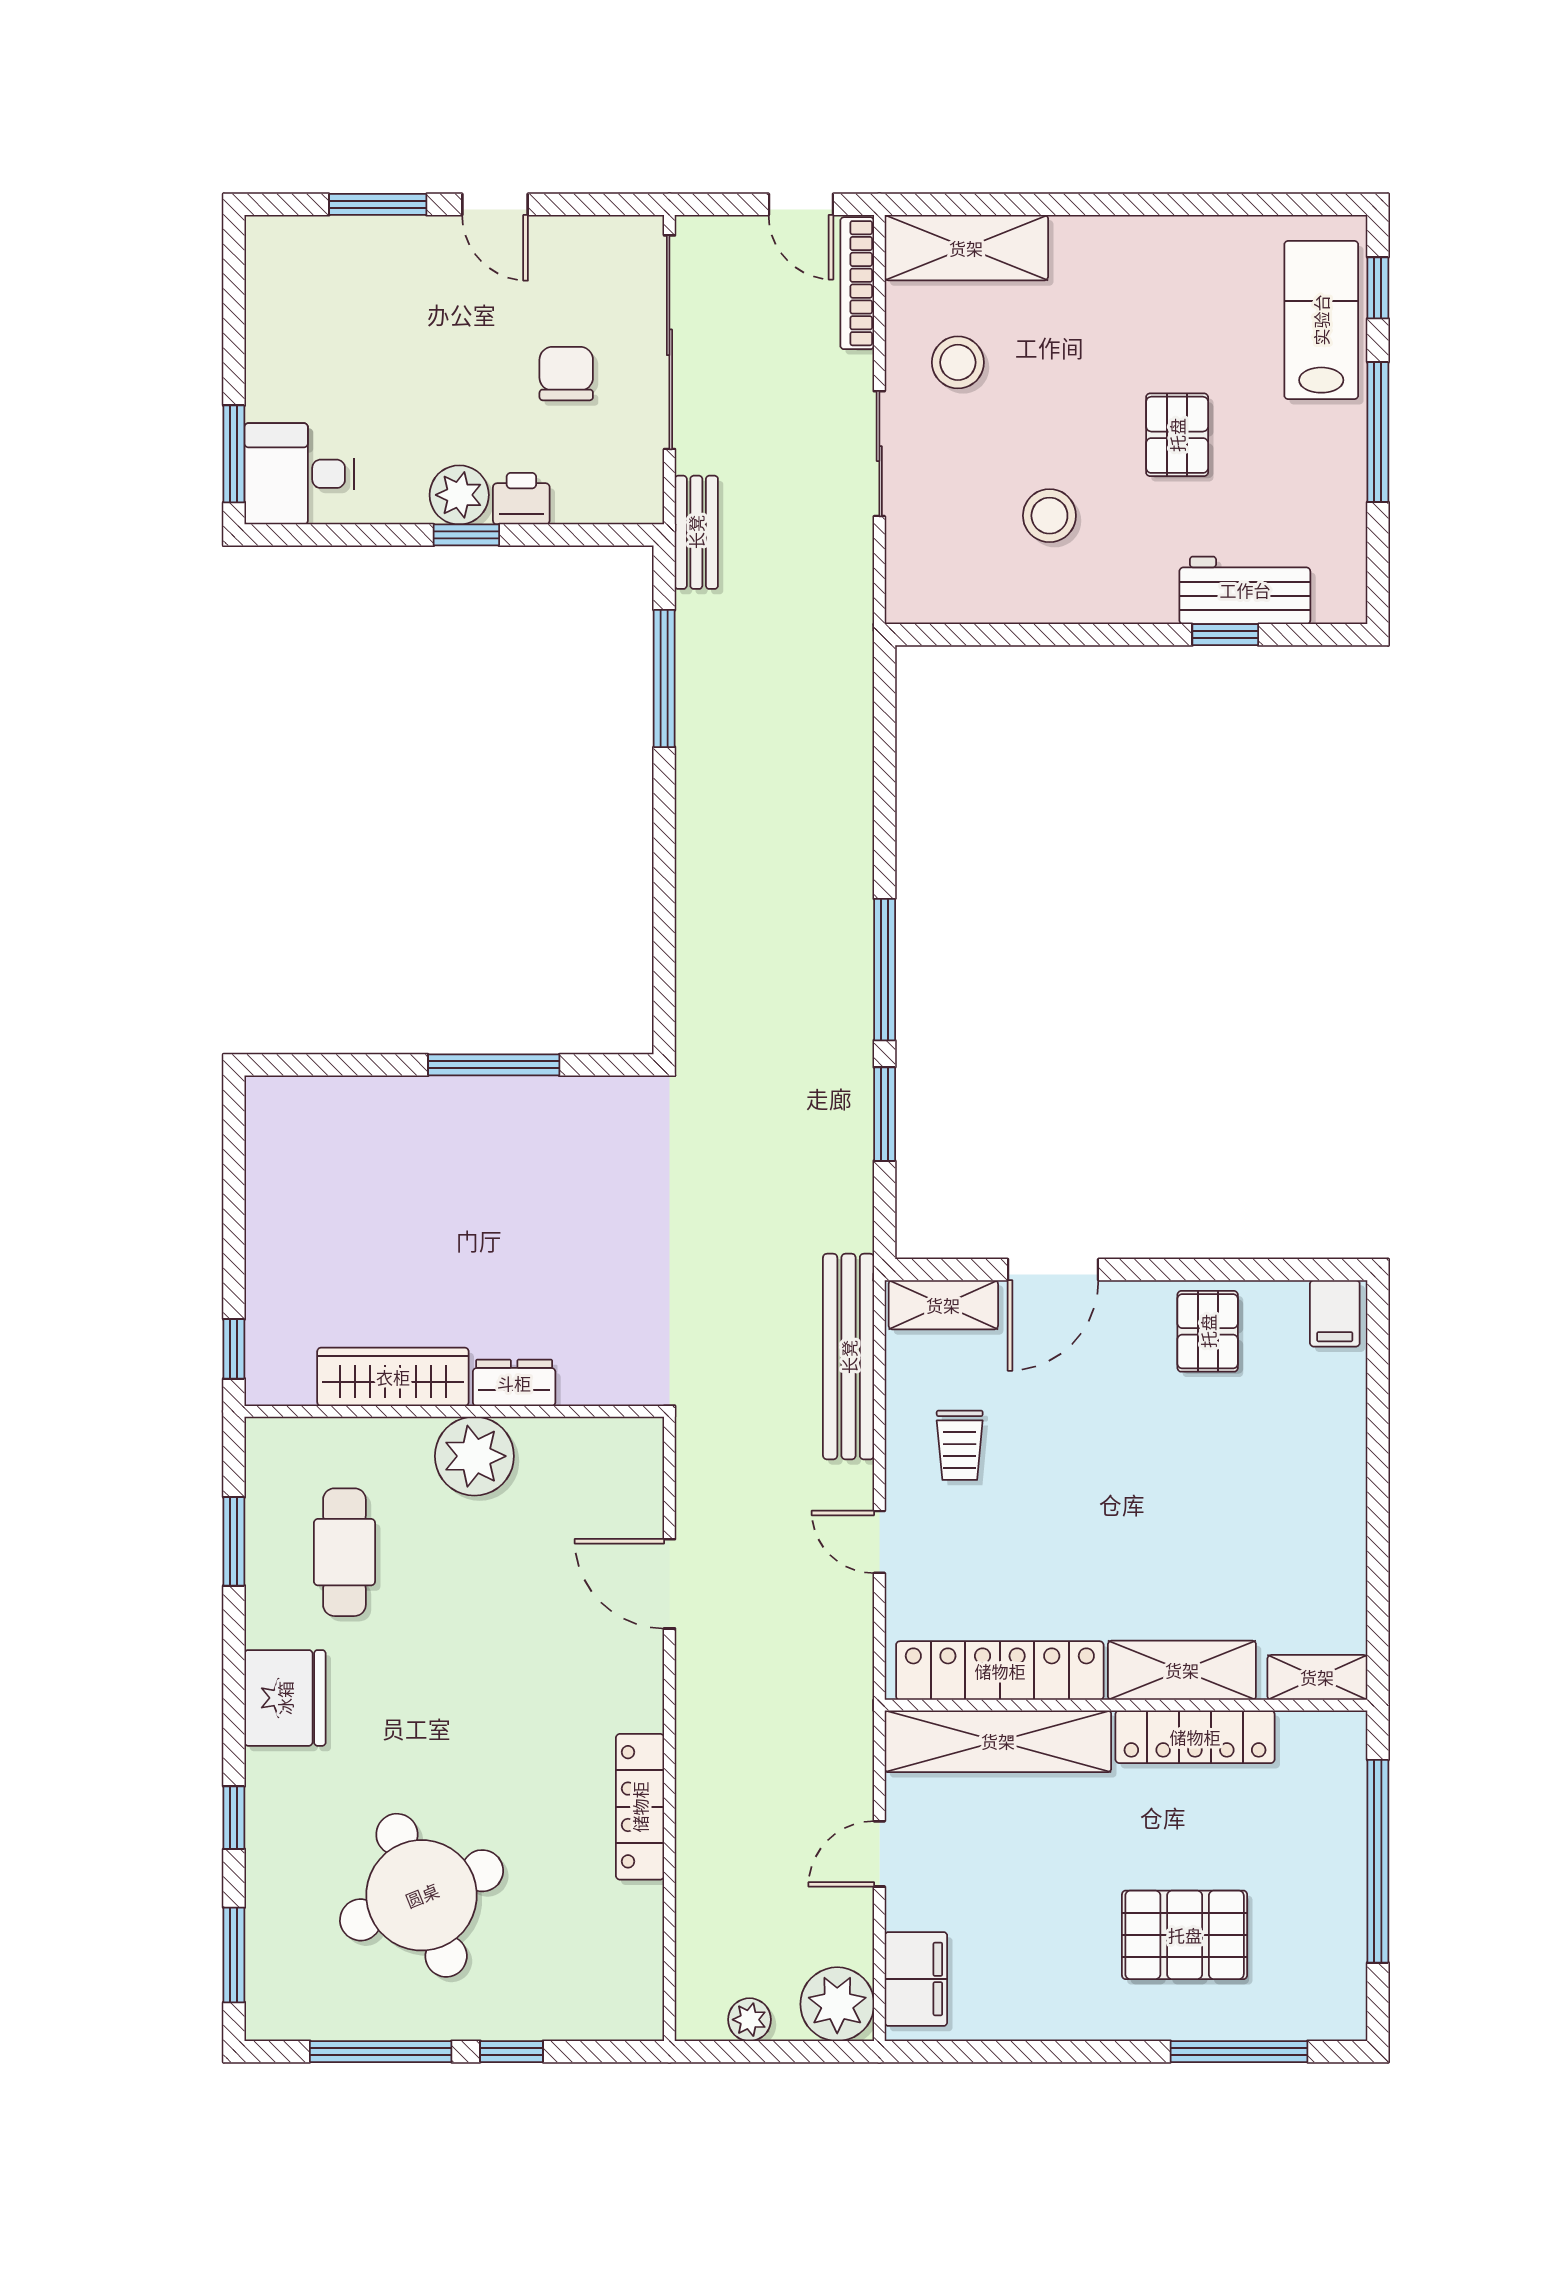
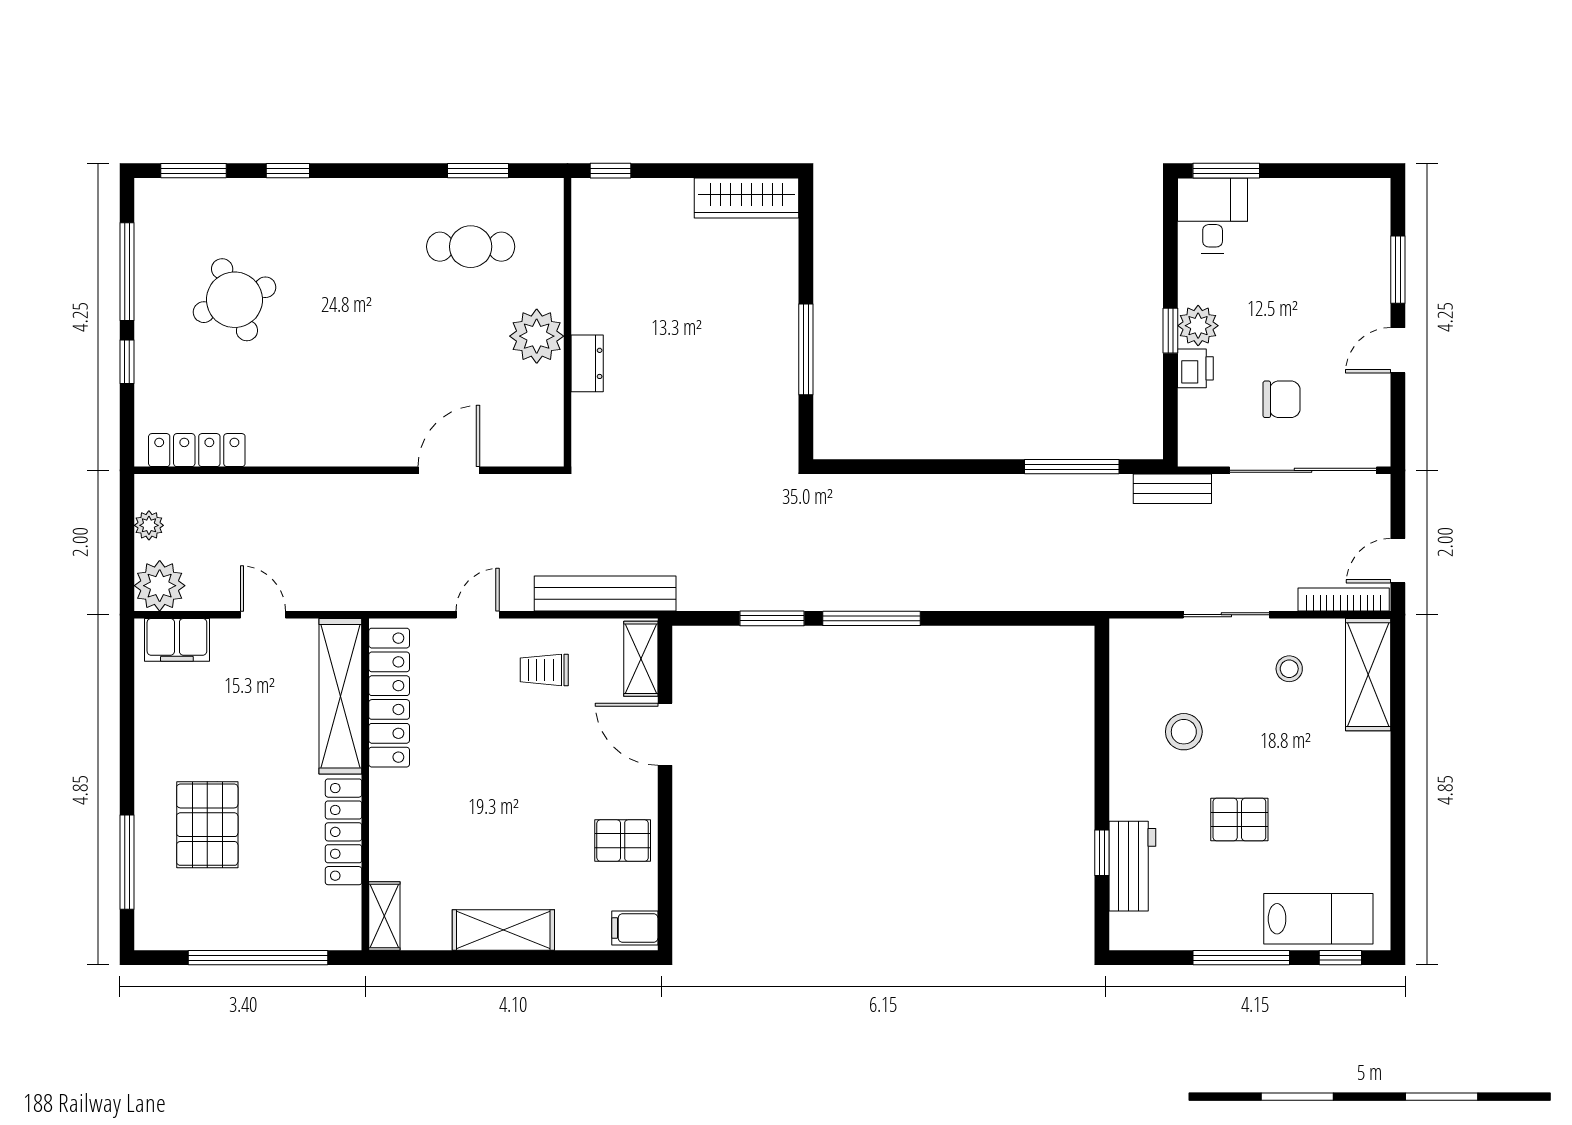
stool: (958, 362) -> (1289, 669), width x0.73, depth x0.73
wardrobe: (393, 1377) -> (746, 198), moved, turned 90
shelving: (1182, 1670) -> (503, 930), moved, turned 90
fridge: (285, 1698) -> (370, 206), removed
locker: (640, 1807) -> (197, 450), moved
round table: (422, 1895) -> (235, 300), width x0.73, depth x0.73

